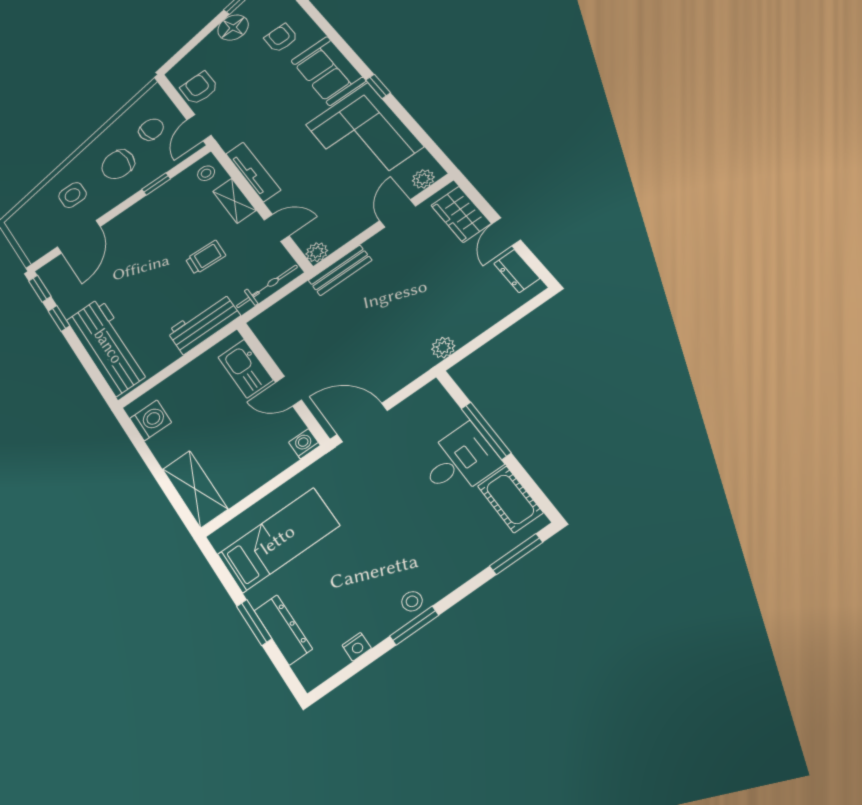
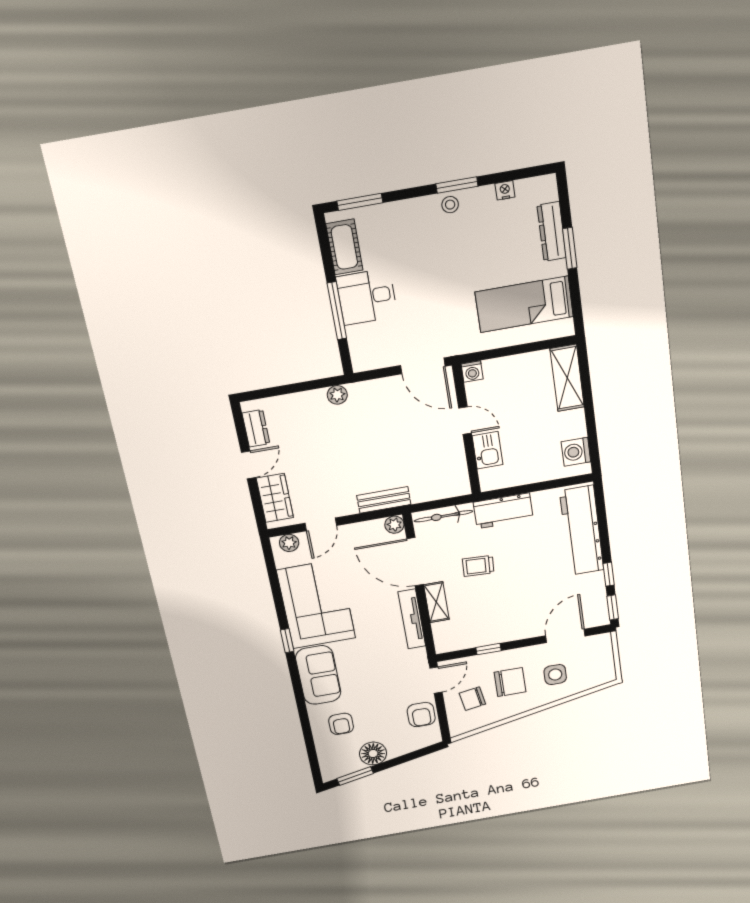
stool: (206, 173) -> (447, 638), removed
door: (276, 228) -> (415, 562), width x1.88
kitchen sink: (245, 369) -> (488, 450), width x0.73

